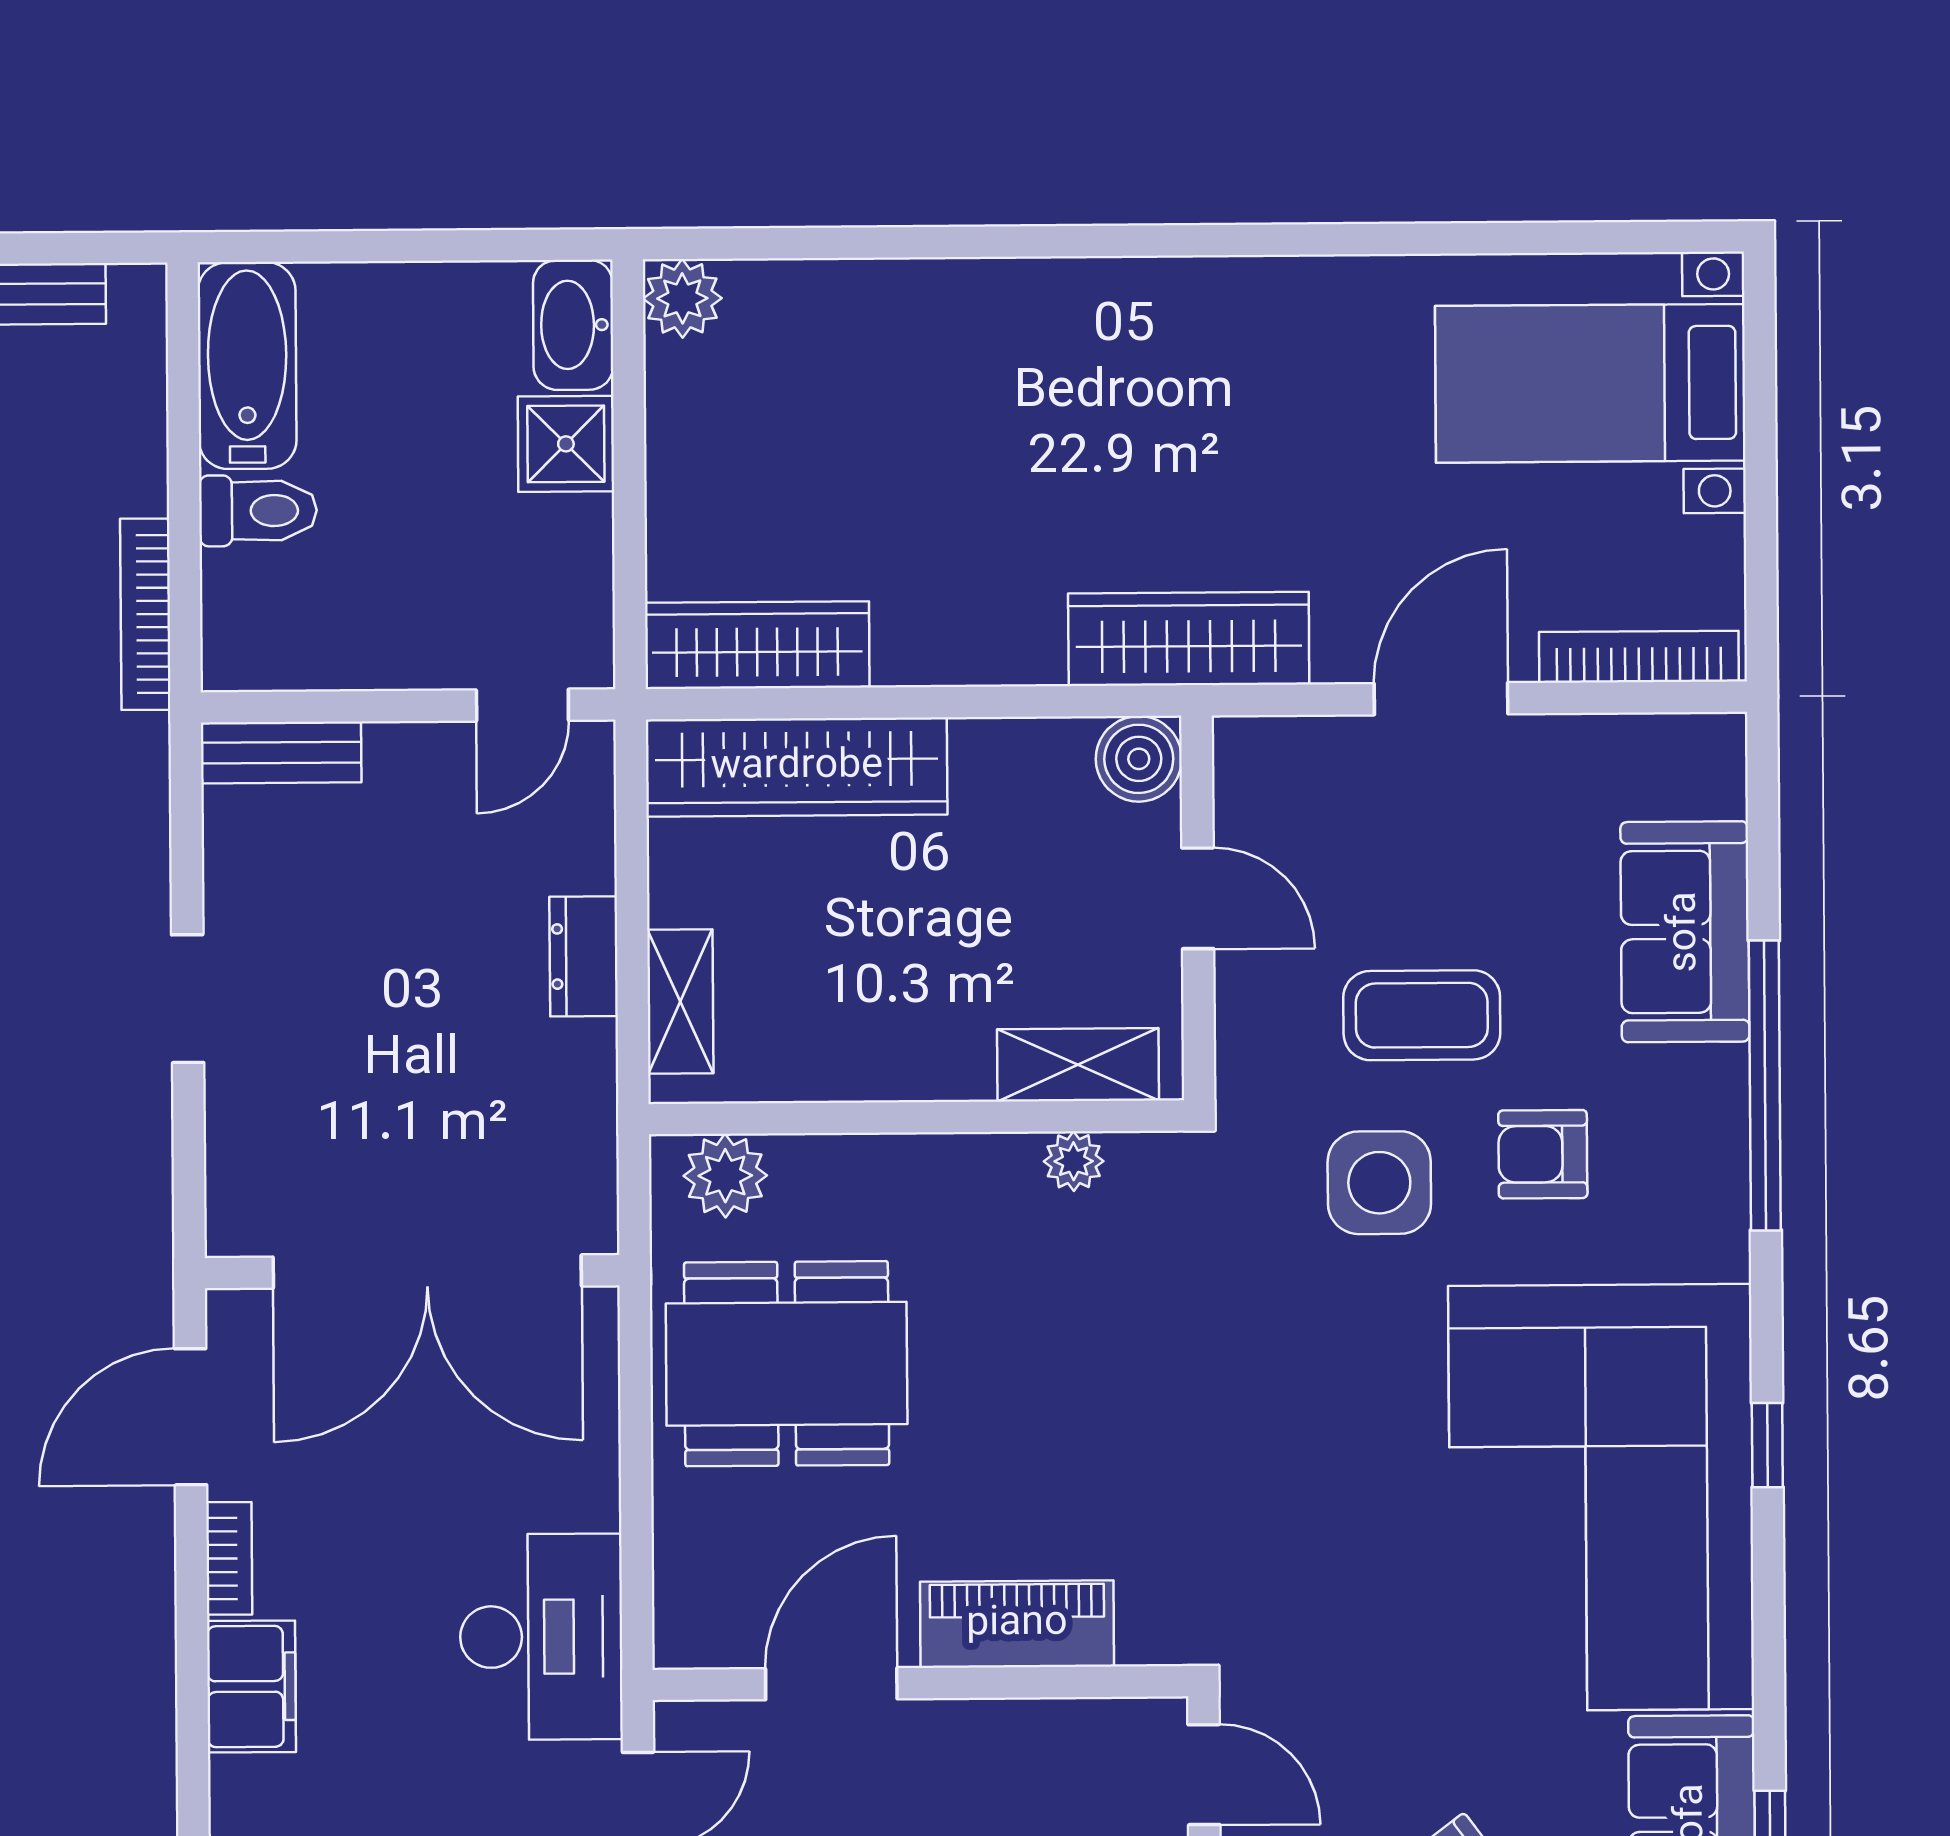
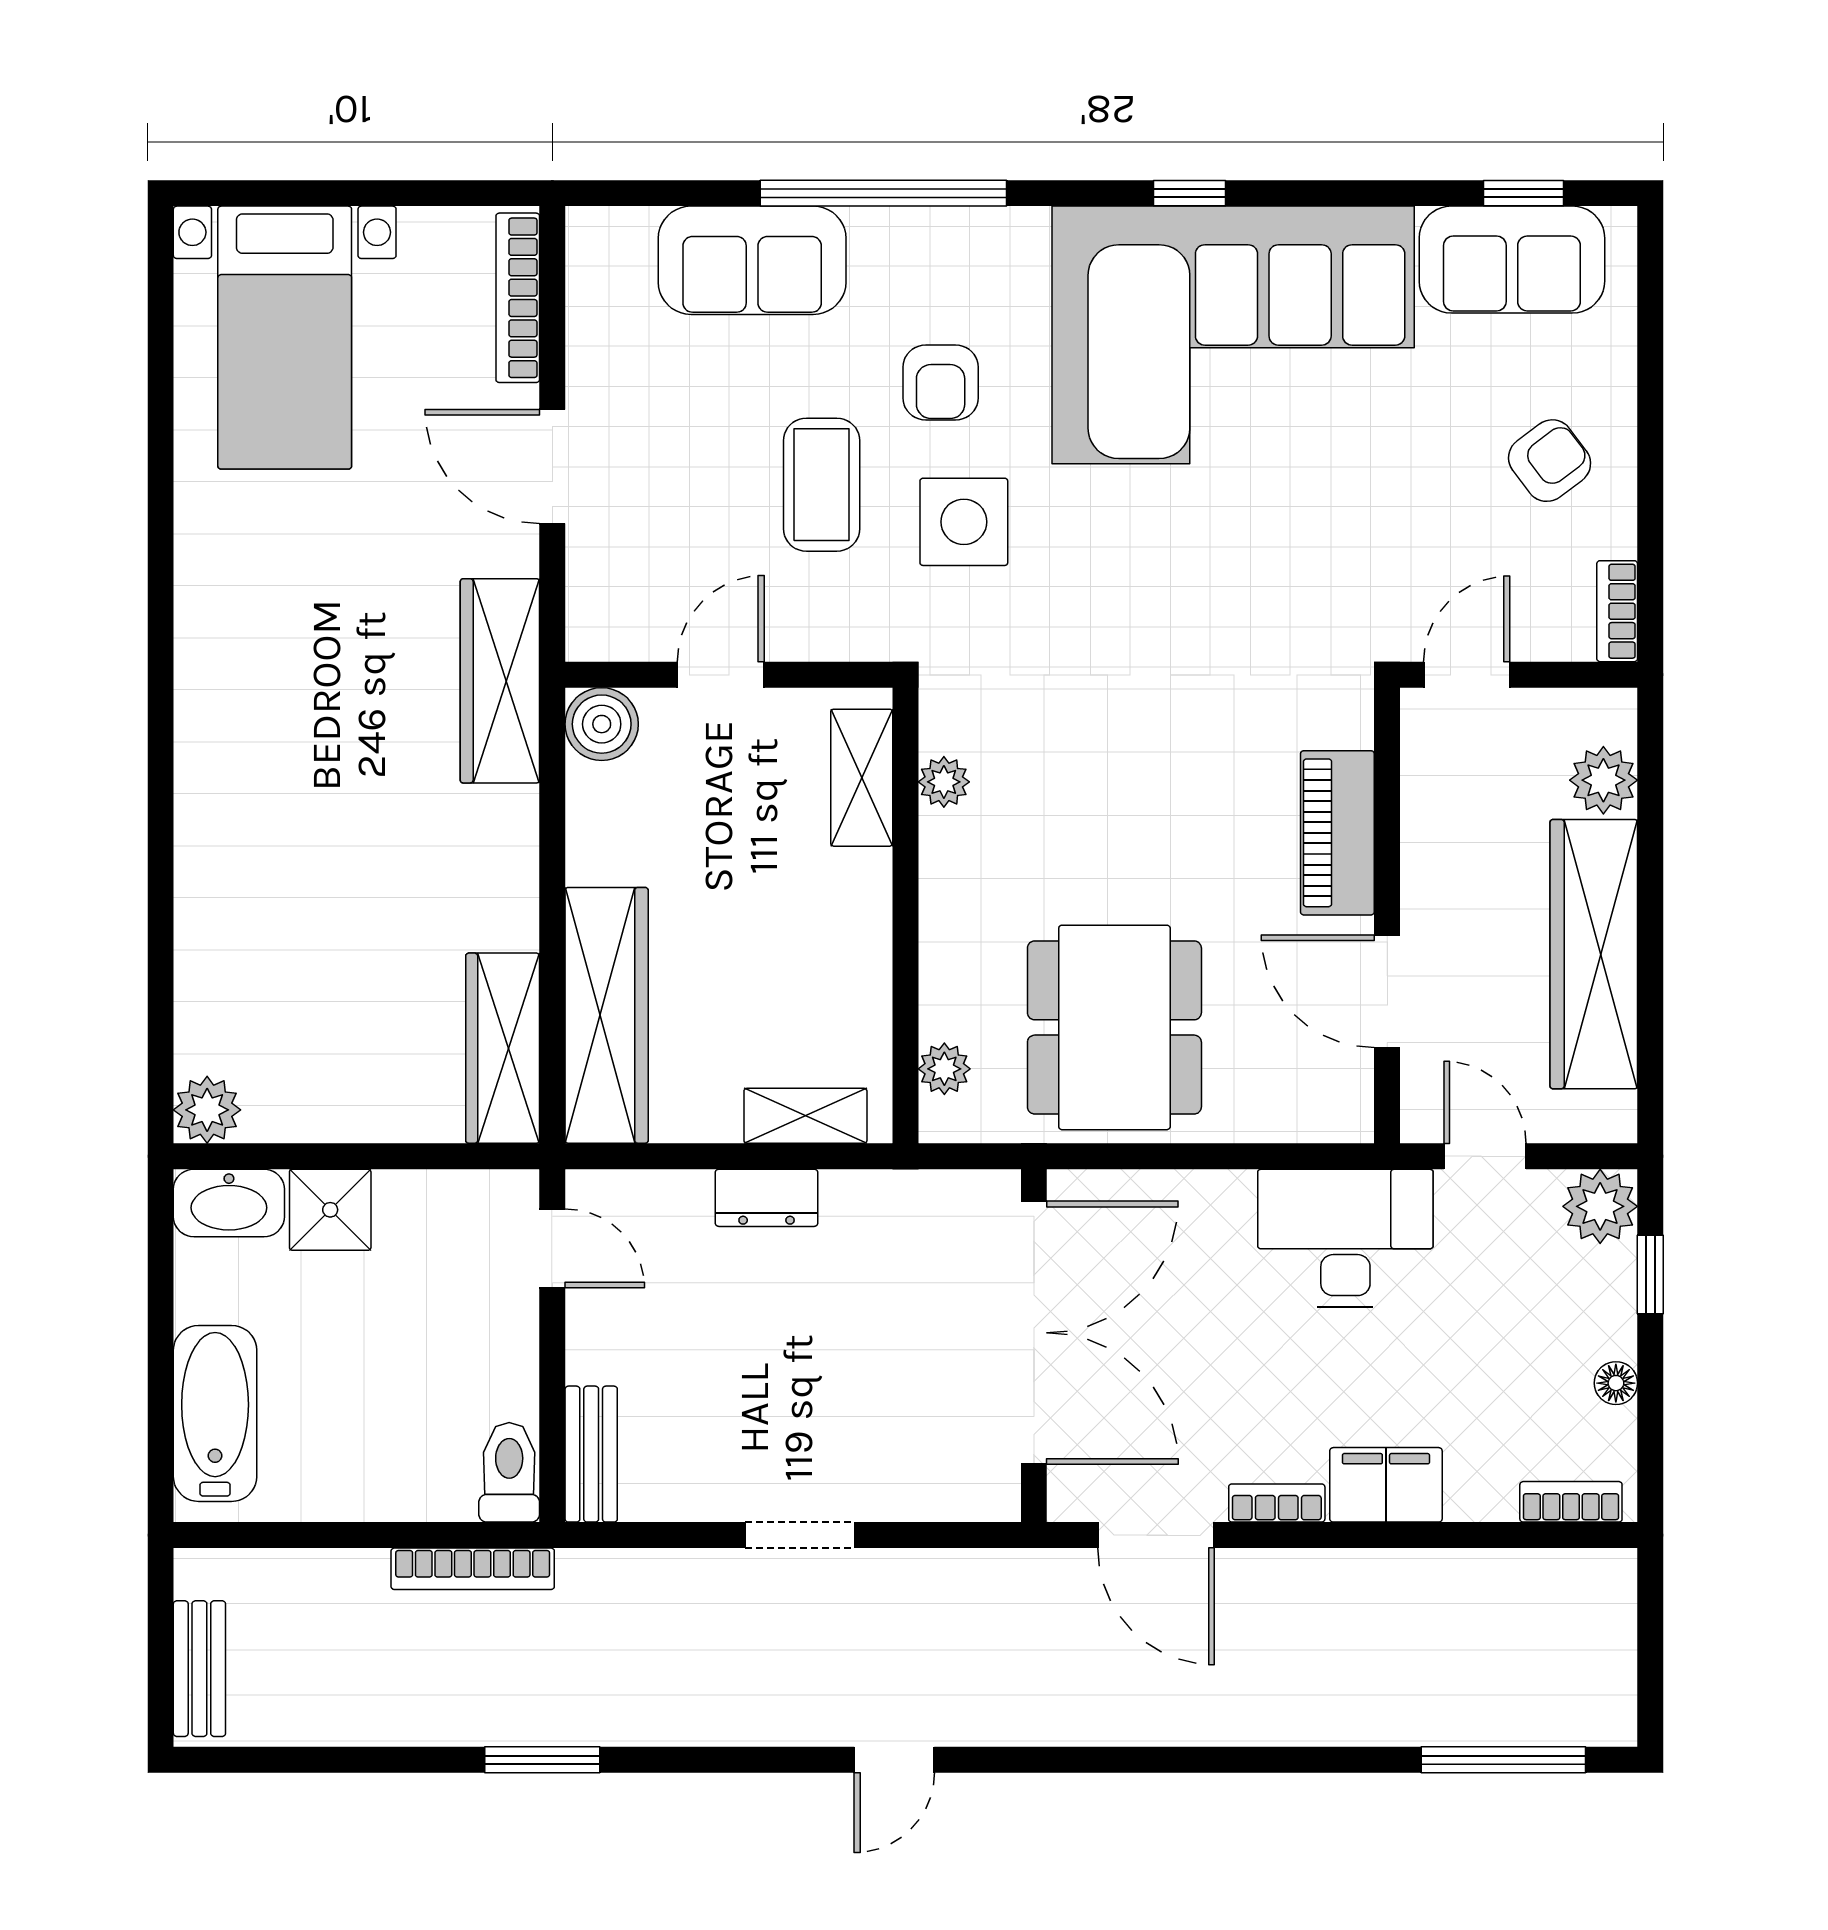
bathtub: (247, 366) -> (215, 1413), moved, turned 90
toilet: (258, 511) -> (509, 1472), moved
plant: (725, 1176) -> (944, 1069), width x0.73, depth x0.73

